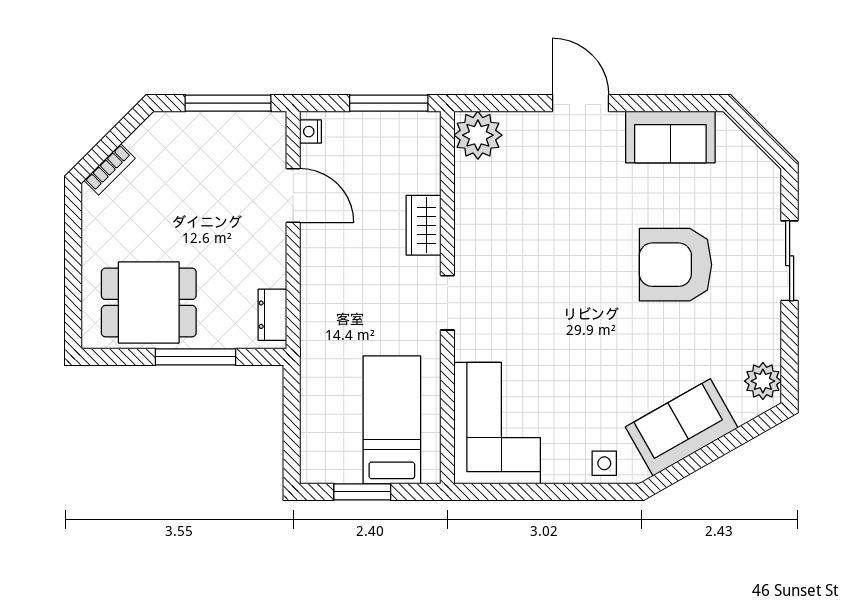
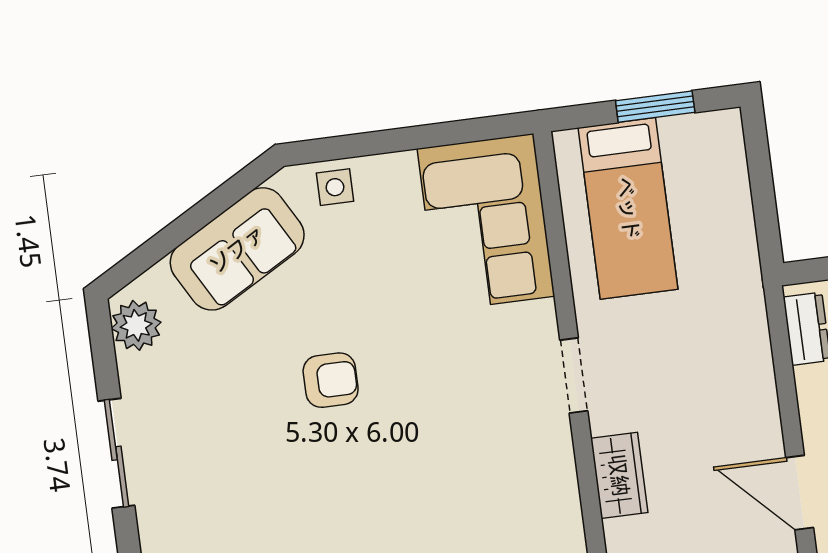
sliding door: (790, 261) -> (116, 453), moved
armchair: (675, 265) -> (331, 380), moved, width x0.53, depth x0.53

